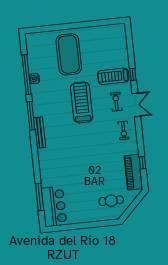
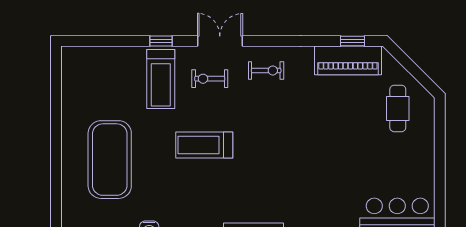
exercise mat: (69, 54) -> (110, 160), turned 90
treadmill: (82, 102) -> (204, 145), width x0.73, depth x0.73
window: (142, 163) -> (353, 41), moved

